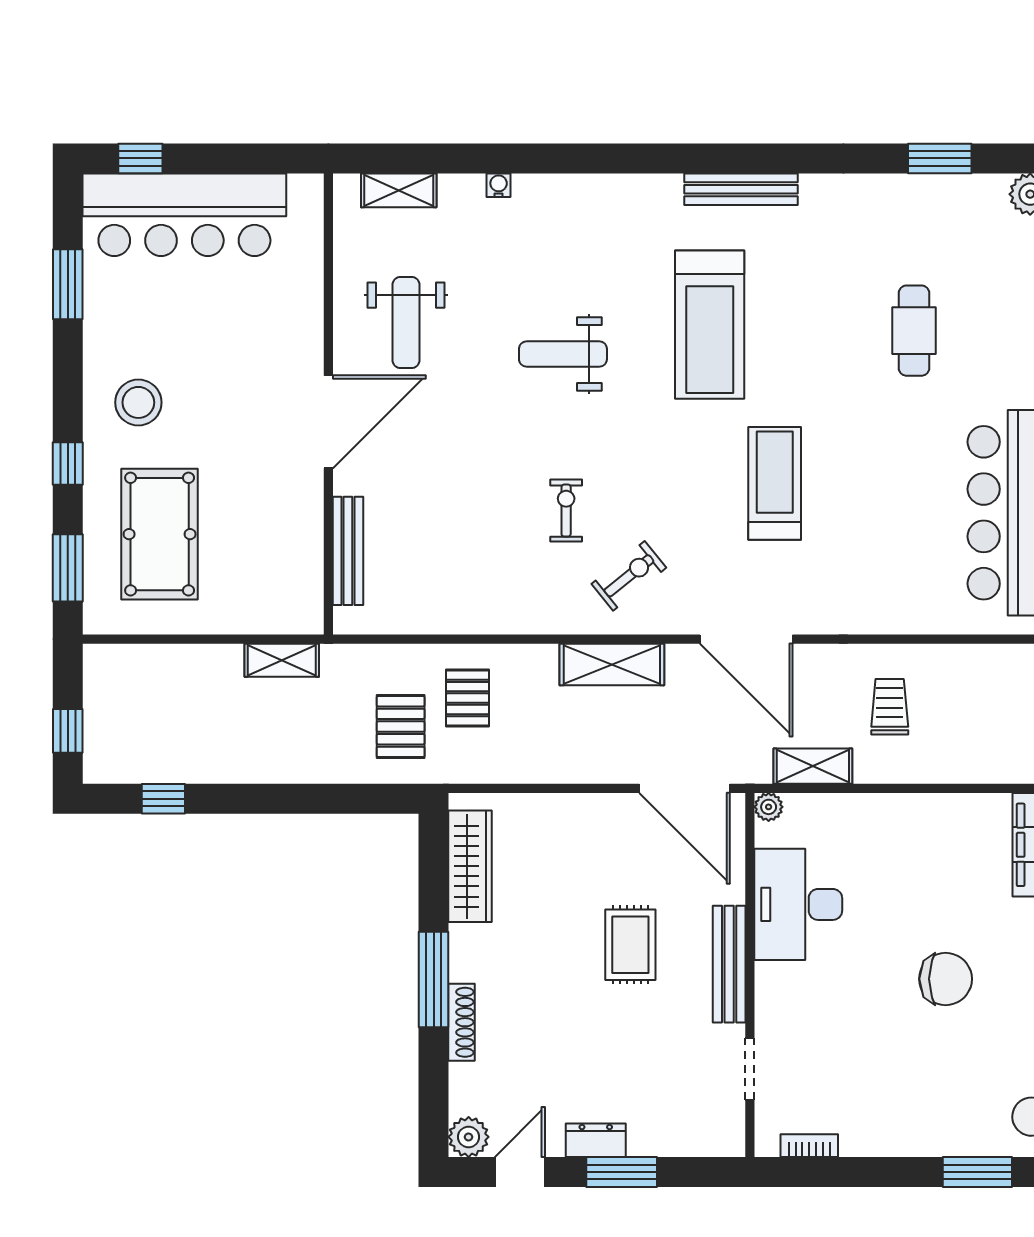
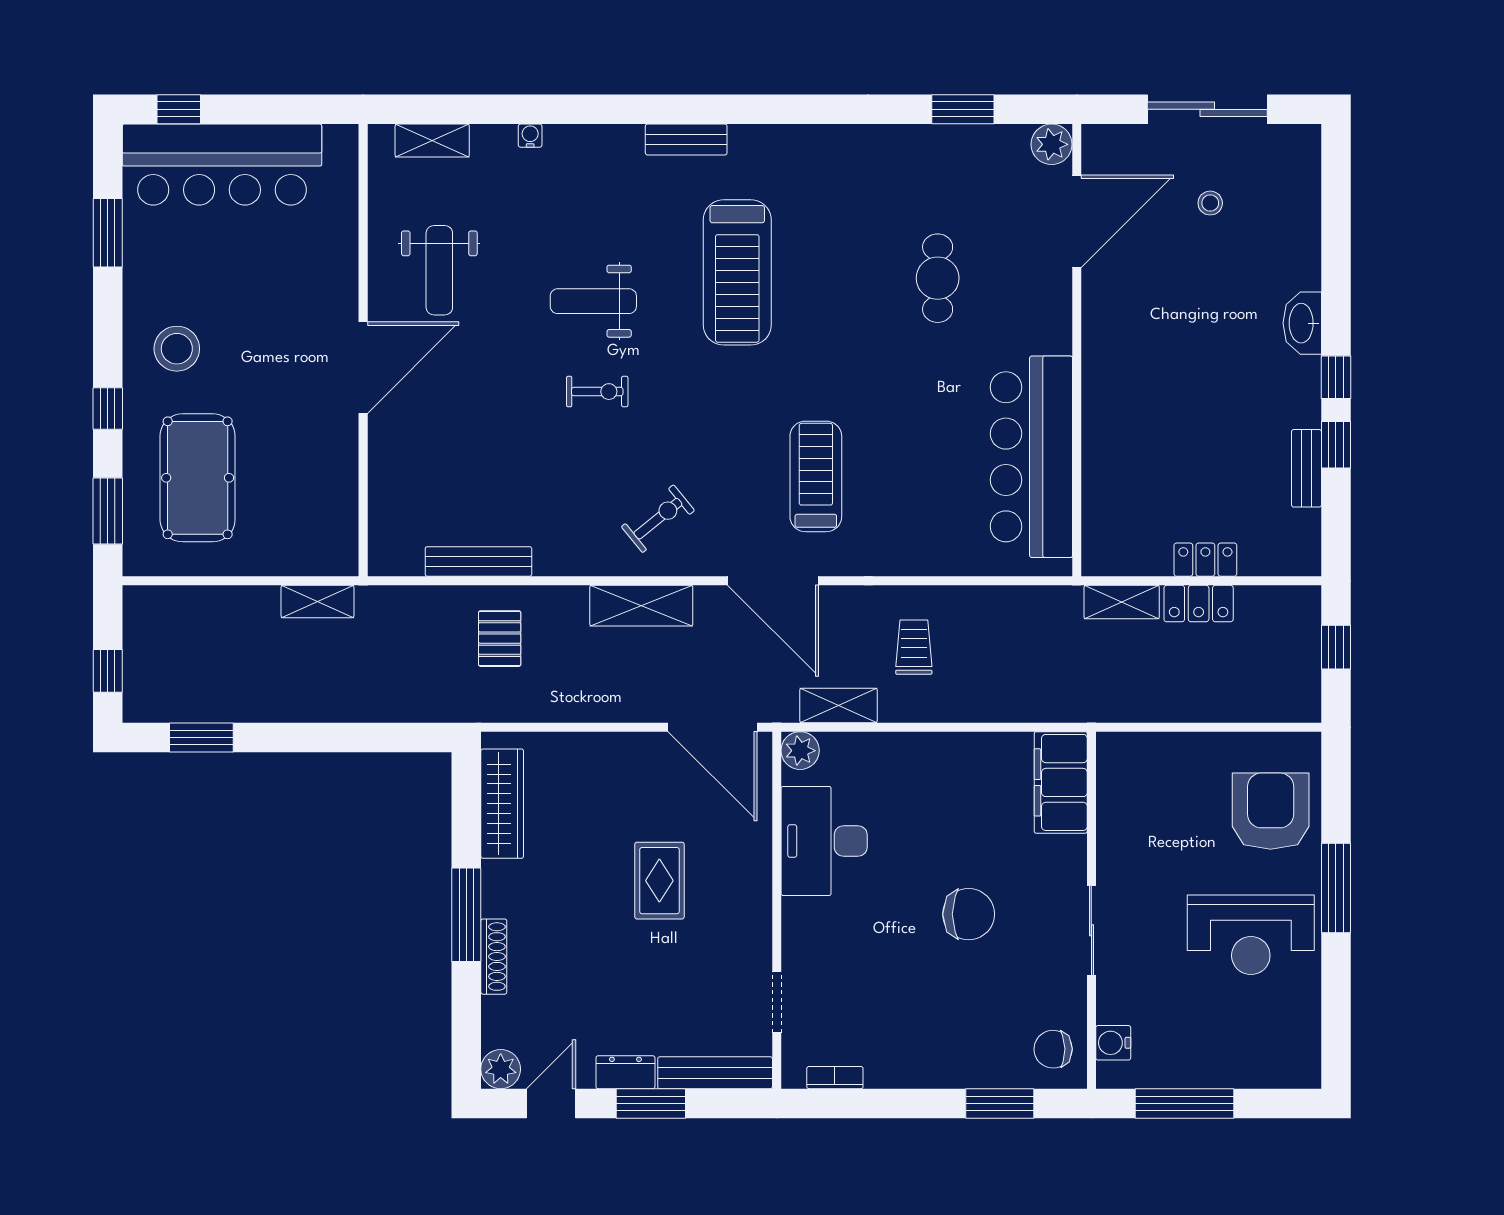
bench: (741, 189) -> (686, 140), moved, width x0.73
treadmill: (775, 483) -> (816, 476), moved
exercise bike: (566, 511) -> (597, 392), moved, turned 90
bench: (348, 551) -> (478, 561), moved, turned 90
pallet: (401, 727) -> (434, 667), removed
window: (163, 799) -> (201, 737), width x1.50
plant: (769, 807) -> (800, 751), width x1.38, depth x1.38
bench: (729, 964) -> (715, 1073), moved, turned 90

